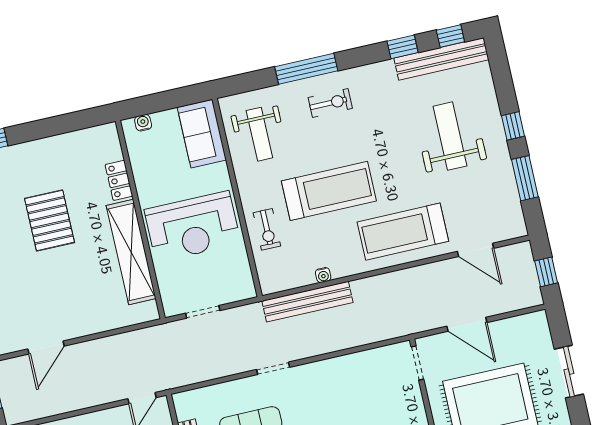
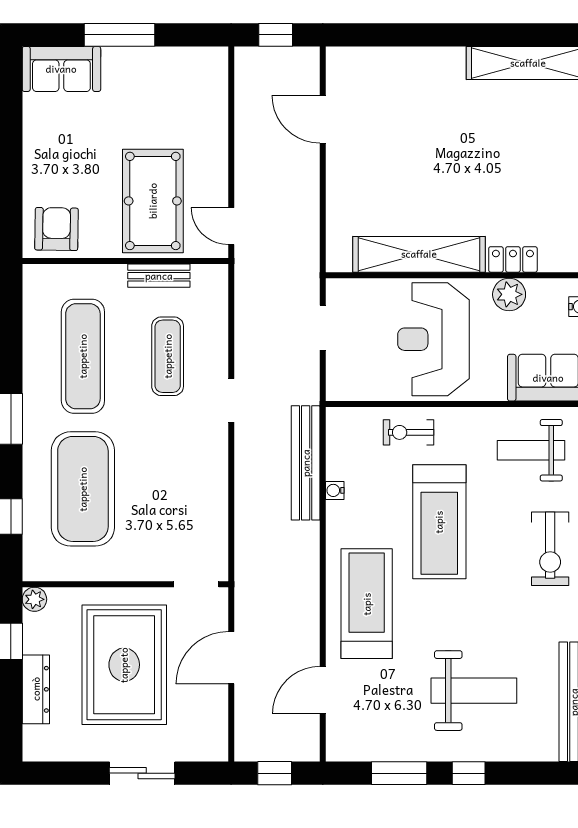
exercise bike: (330, 103) -> (550, 549), width x1.38, depth x1.39
plant: (146, 177) -> (509, 294), added
pallet: (50, 220) -> (482, 160), removed

